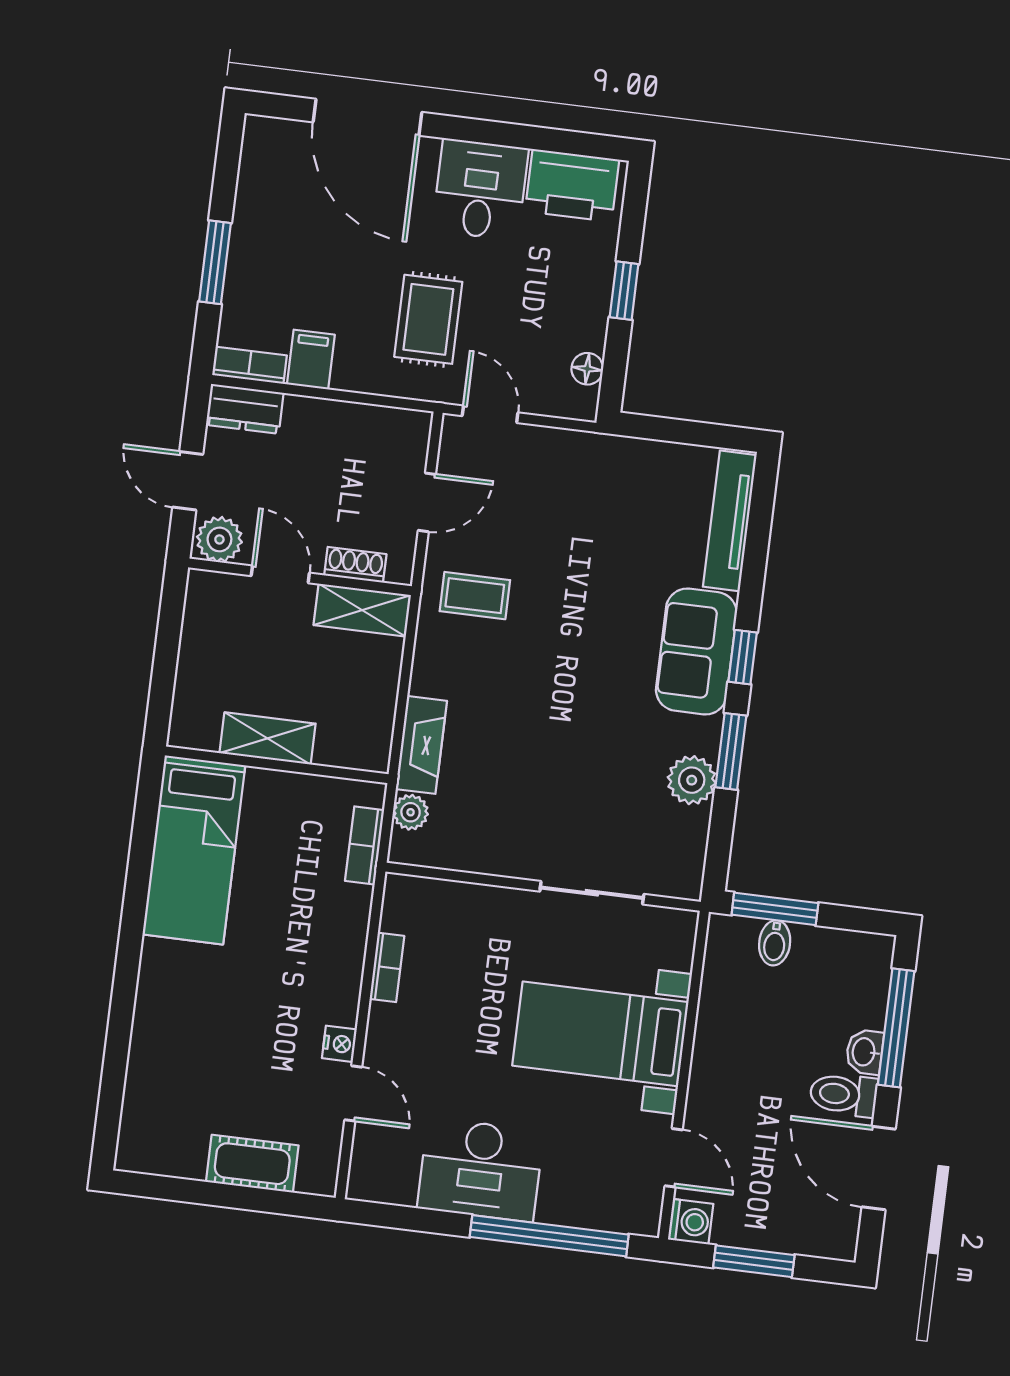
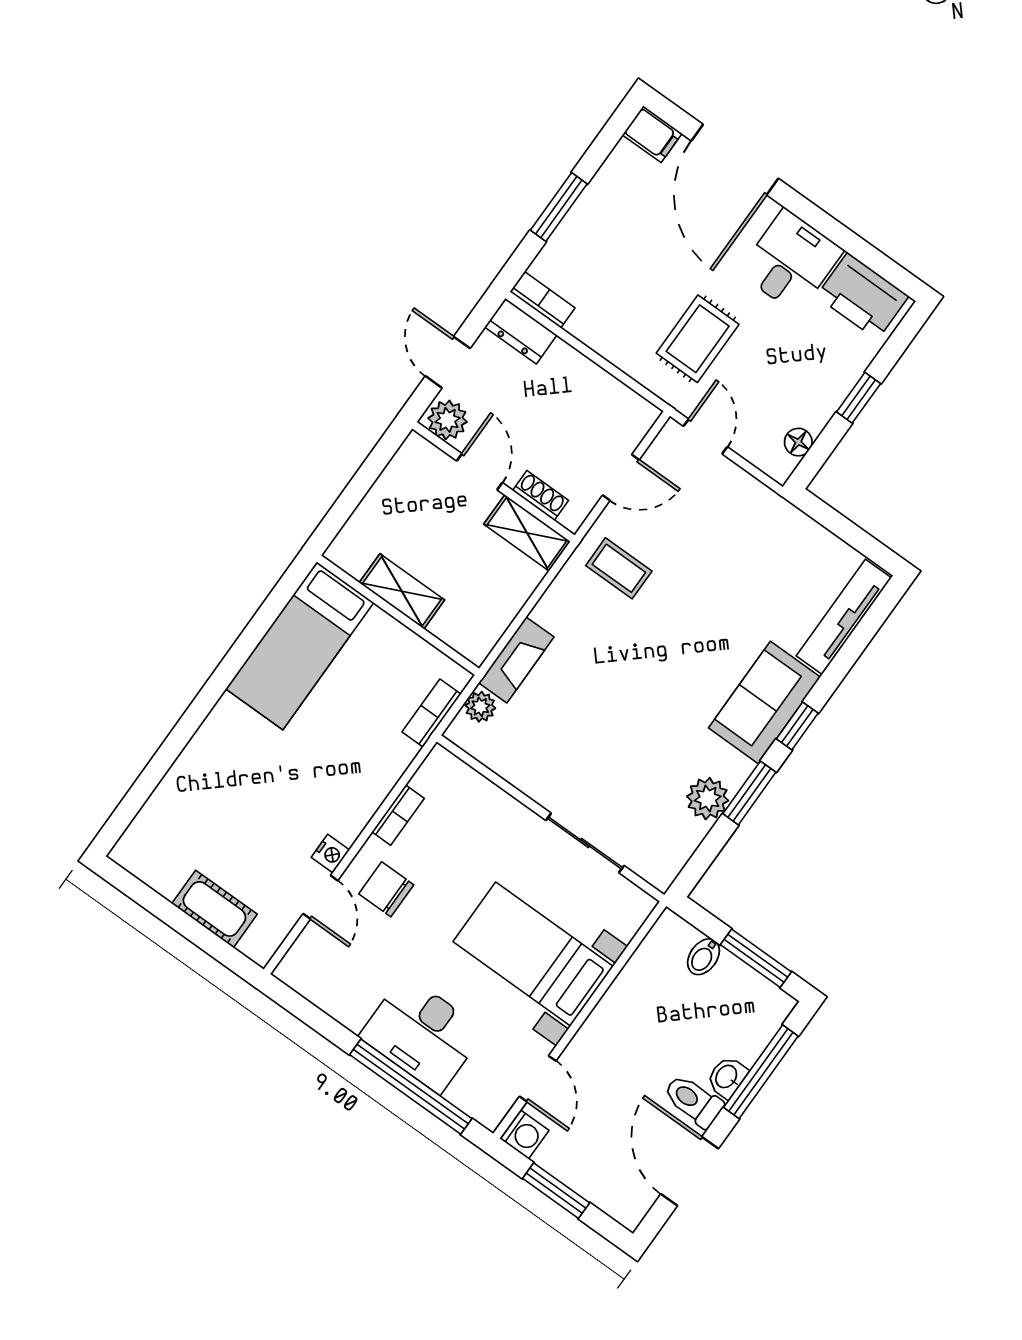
filing cabinet: (311, 360) -> (652, 134), moved, turned 90
window: (775, 909) -> (756, 958), moved
chair: (416, 1049) -> (386, 889), added
desk: (480, 1170) -> (422, 1034), moved

